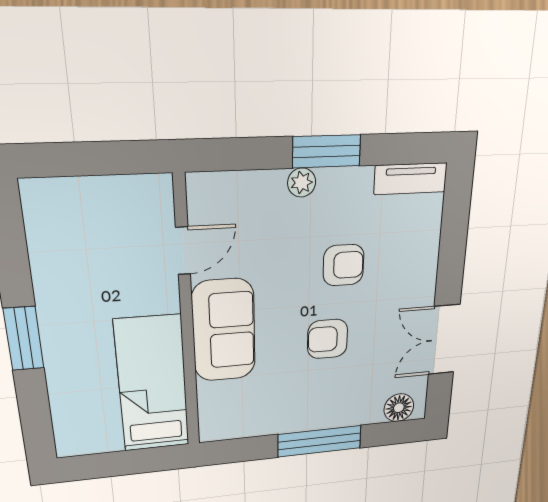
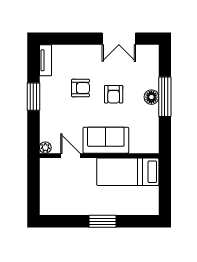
plant: (302, 183) -> (45, 148), moved
armchair: (343, 265) -> (81, 88), turned 90
floor lamp: (399, 408) -> (151, 97), moved

